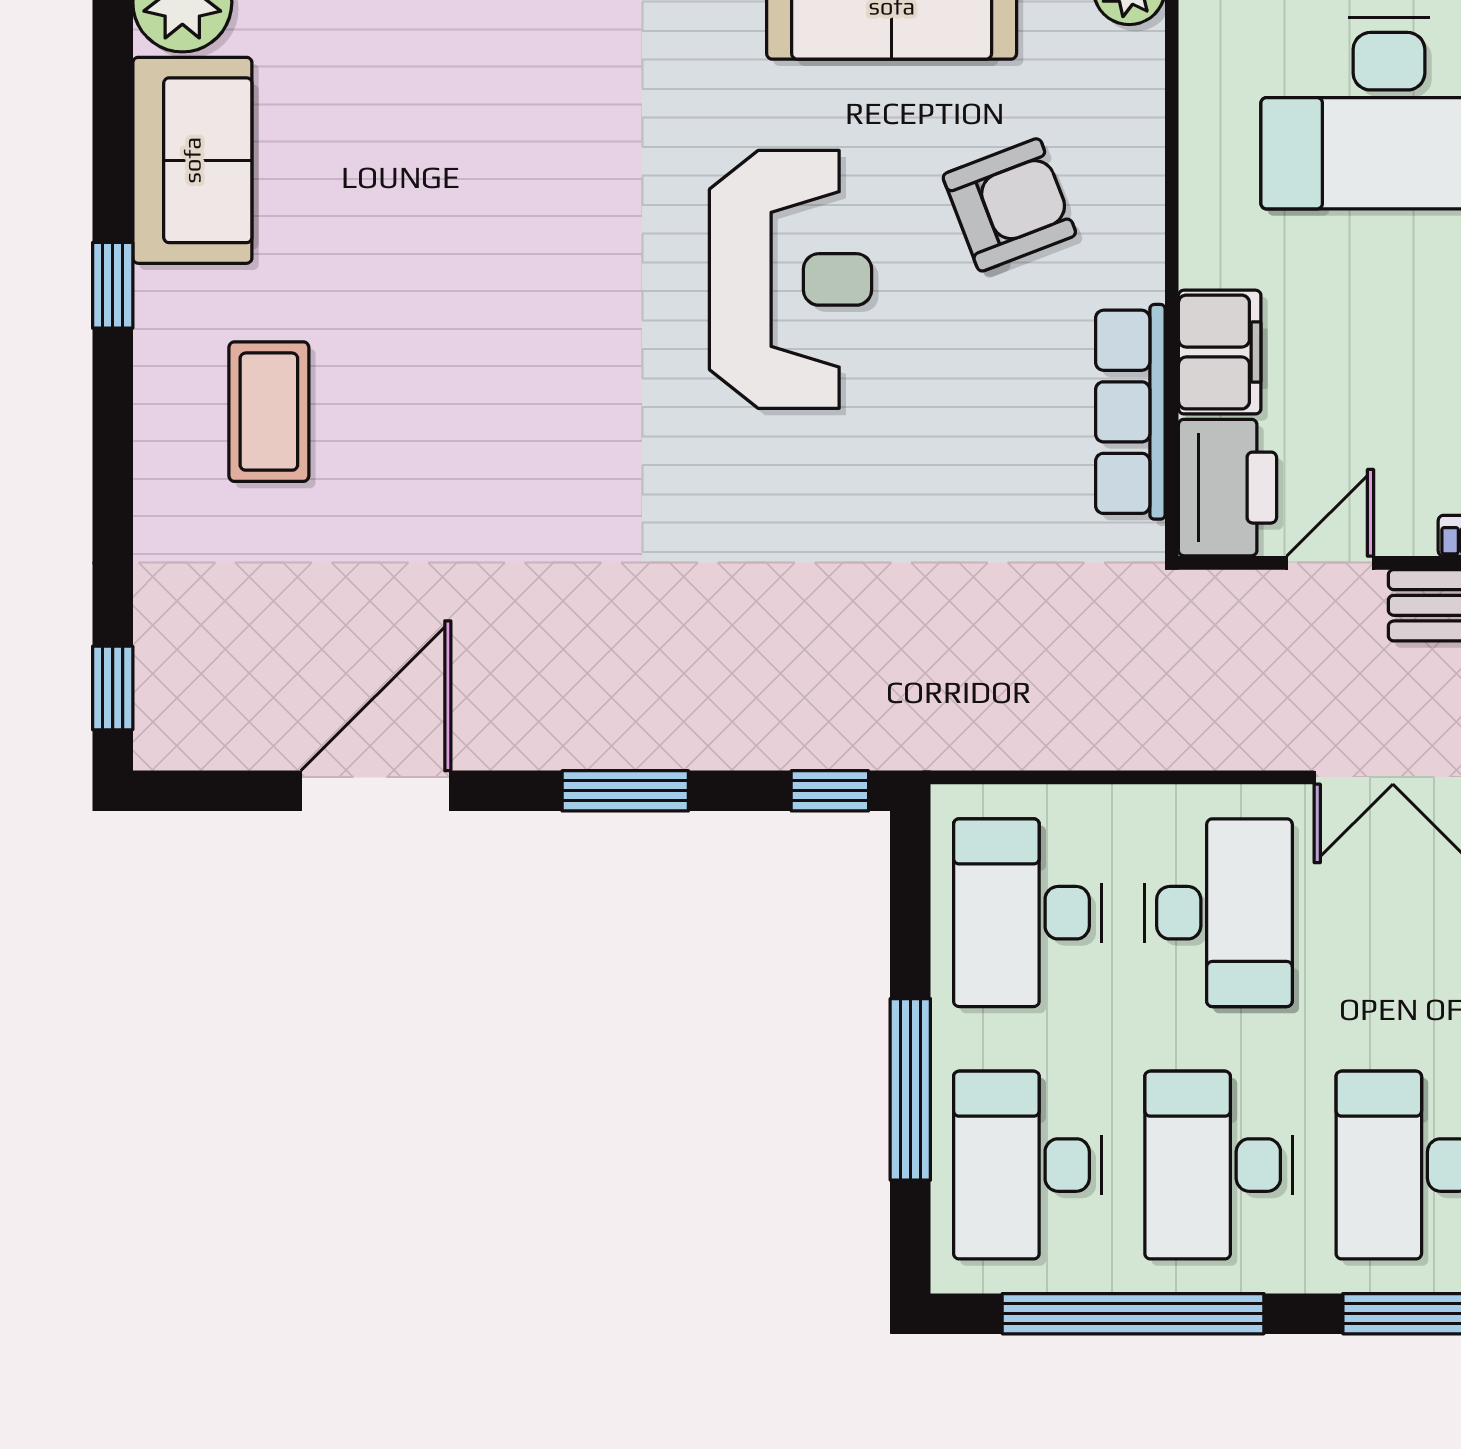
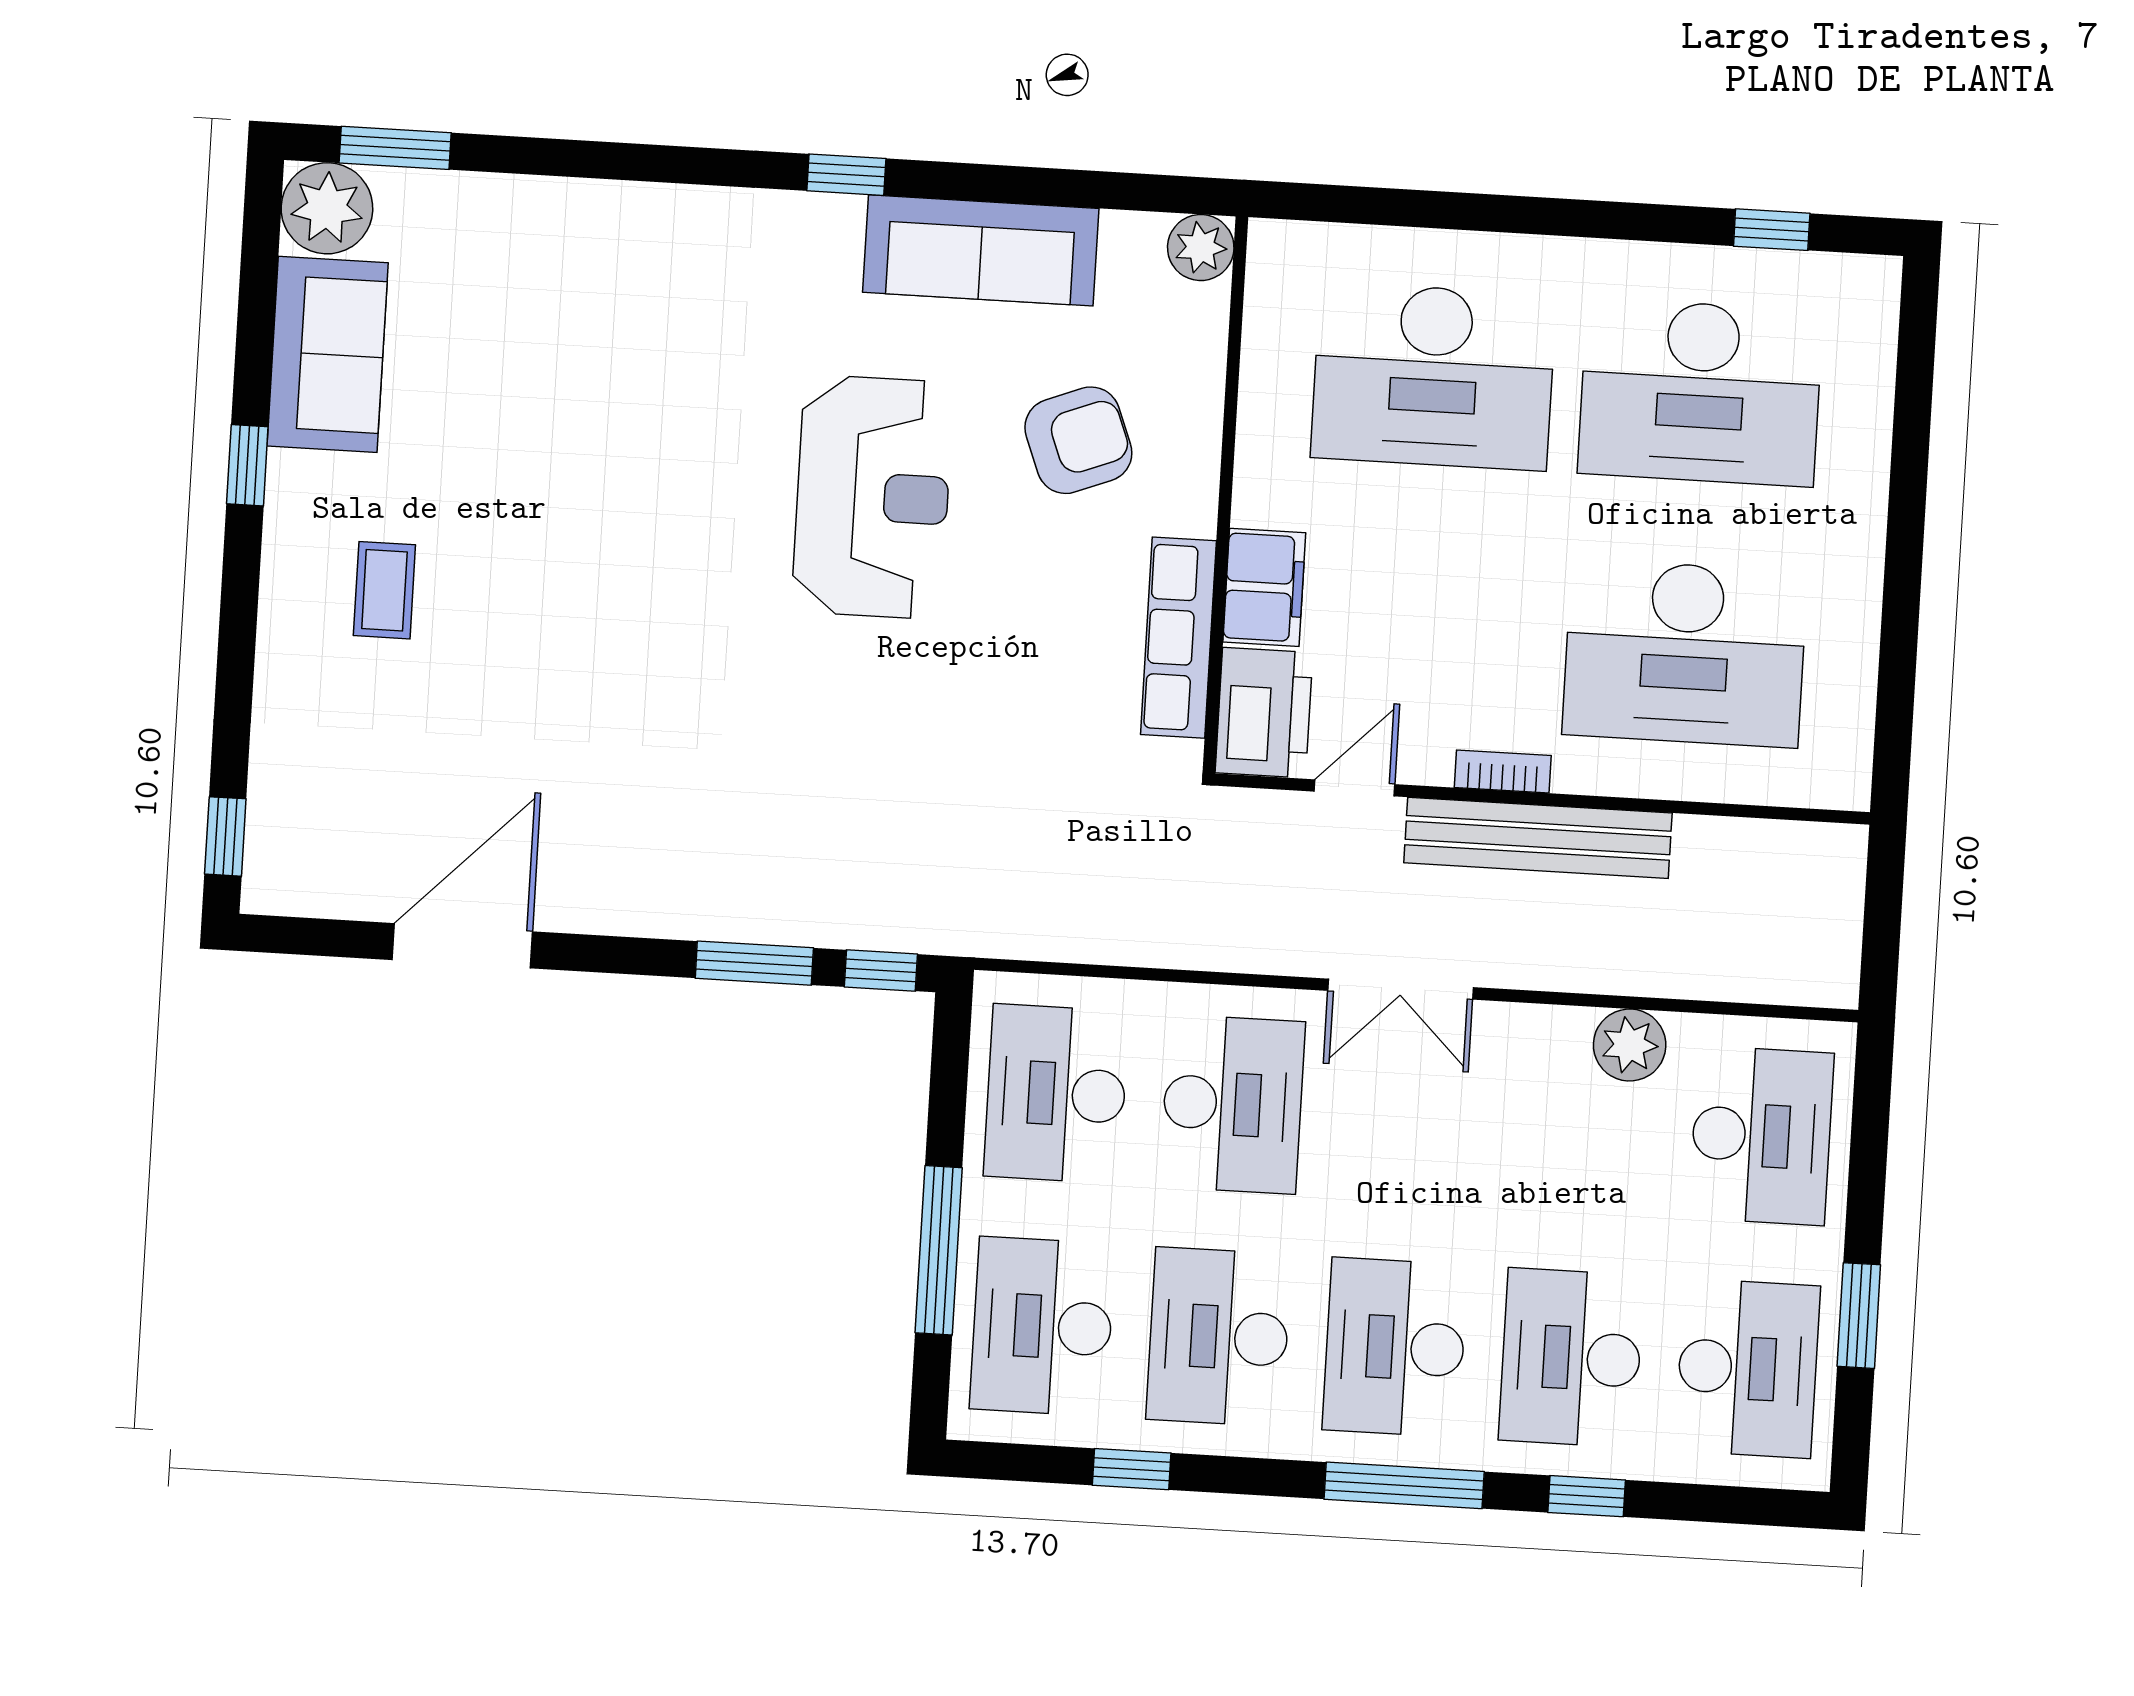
coffee table: (269, 412) -> (384, 590), width x0.73, depth x0.77
window: (625, 791) -> (754, 963), moved
window: (1133, 1314) -> (1132, 1469), width x0.32

